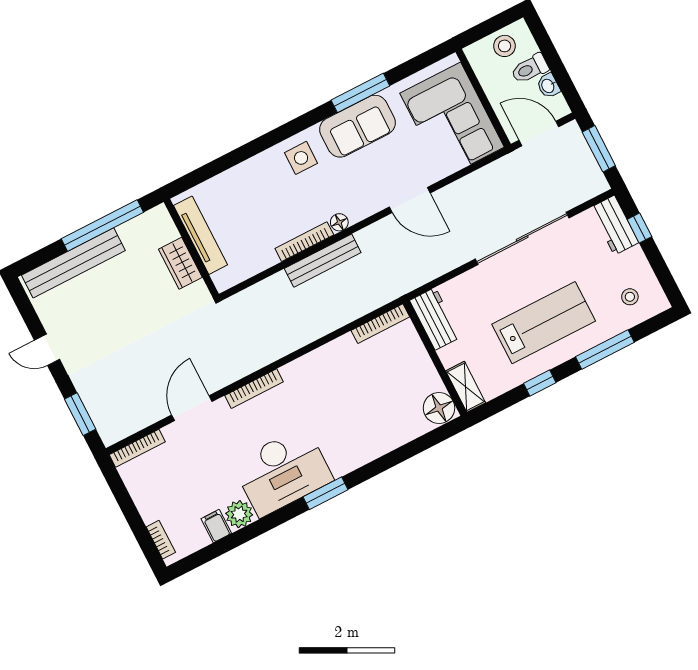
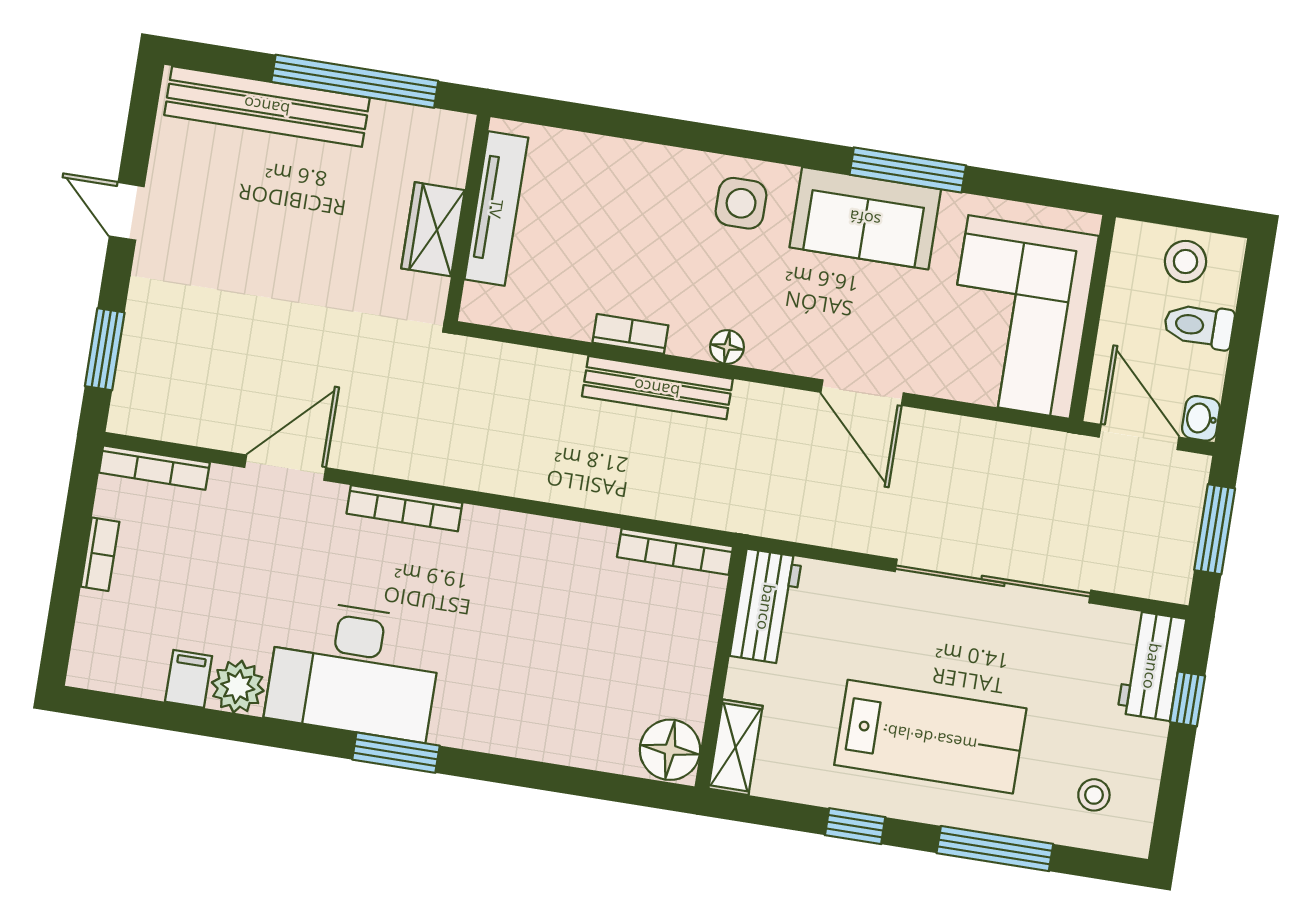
washbasin: (548, 86) -> (1201, 418), moved
bookcase: (304, 242) -> (630, 334), width x0.64
bookcase: (161, 540) -> (100, 554), moved

